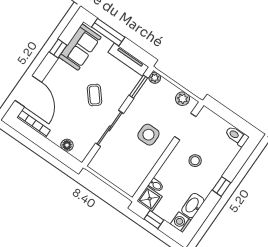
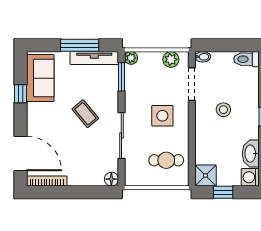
window: (108, 32) -> (80, 45), moved
floor lamp: (67, 145) -> (111, 179), moved
cafe table: (129, 168) -> (166, 160), added
bidet: (156, 185) -> (203, 57), moved

